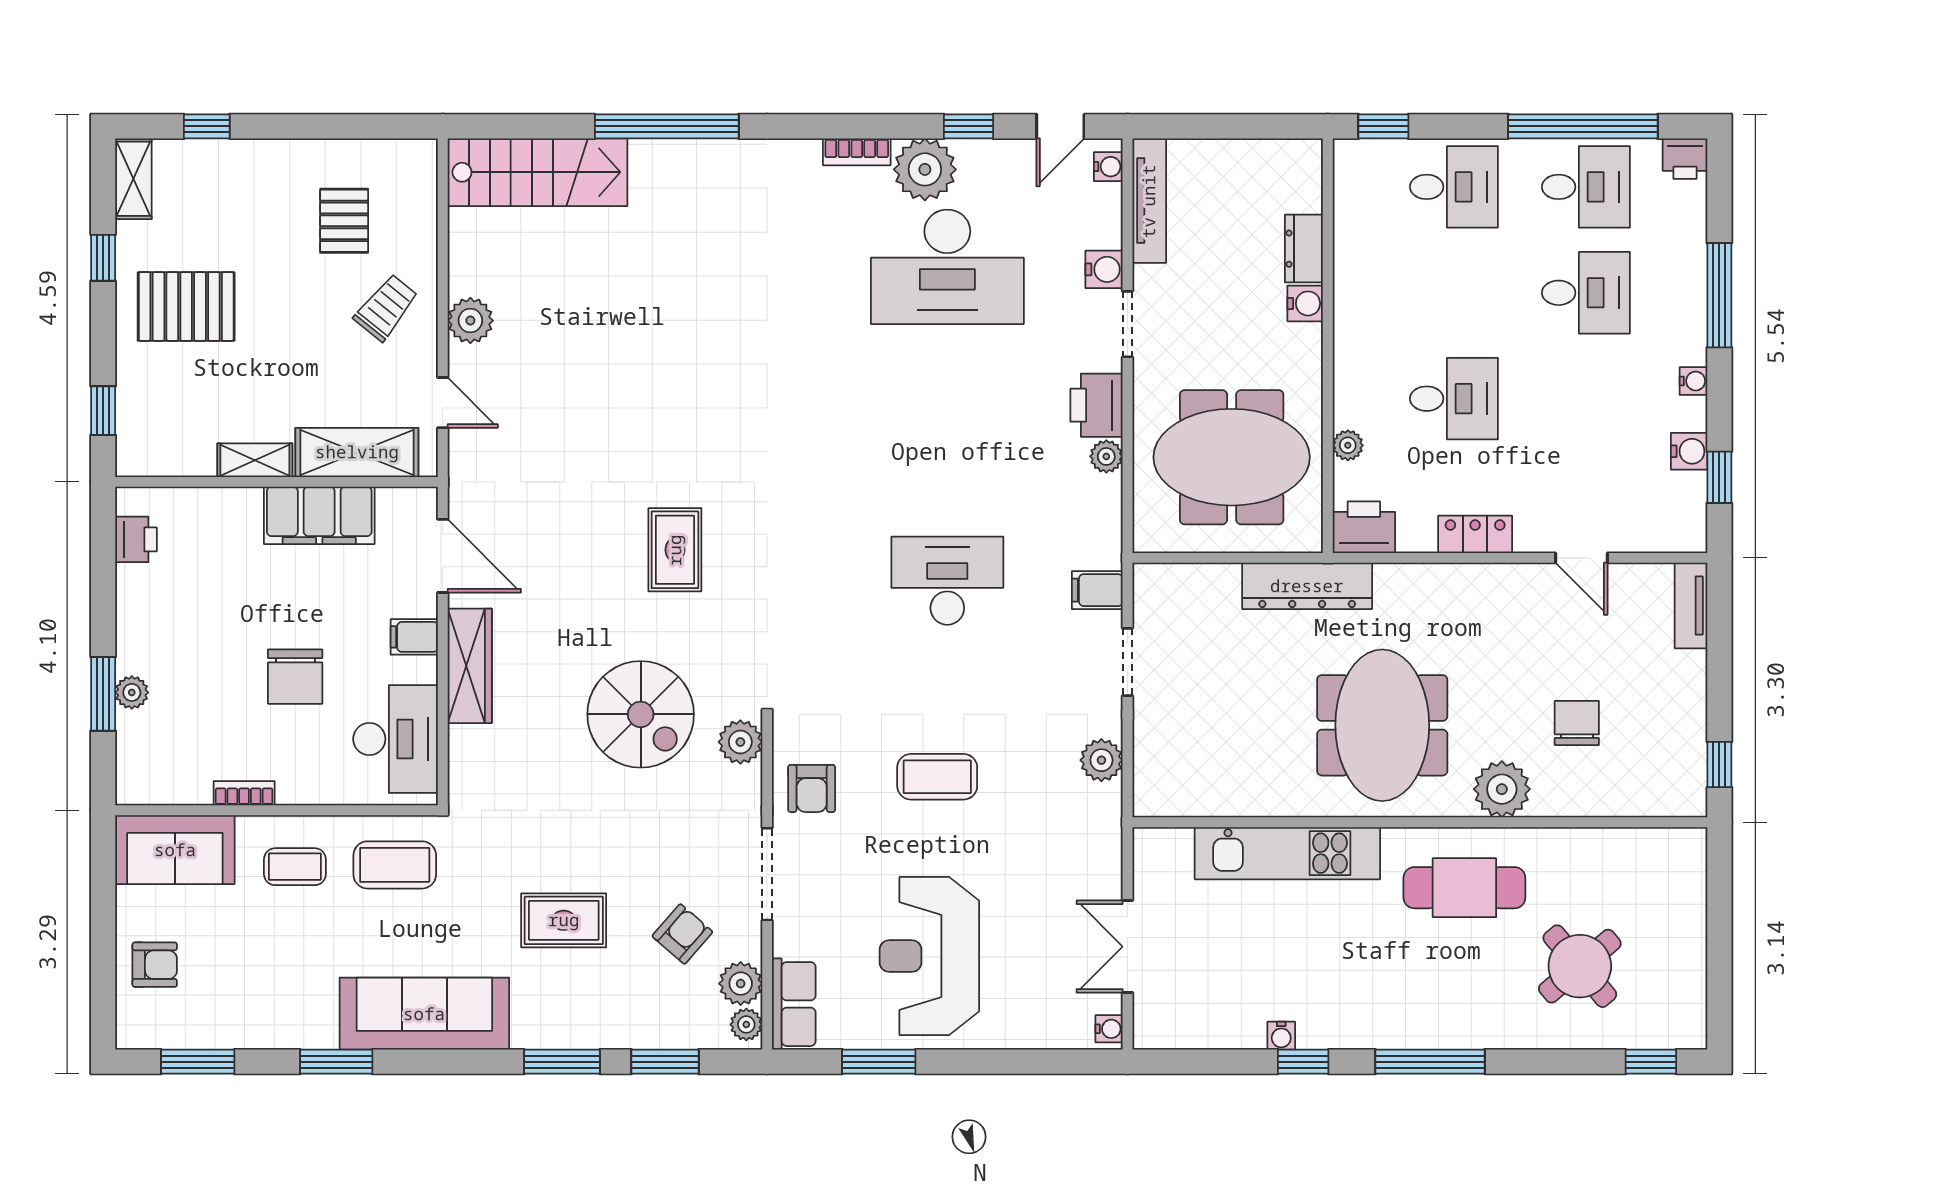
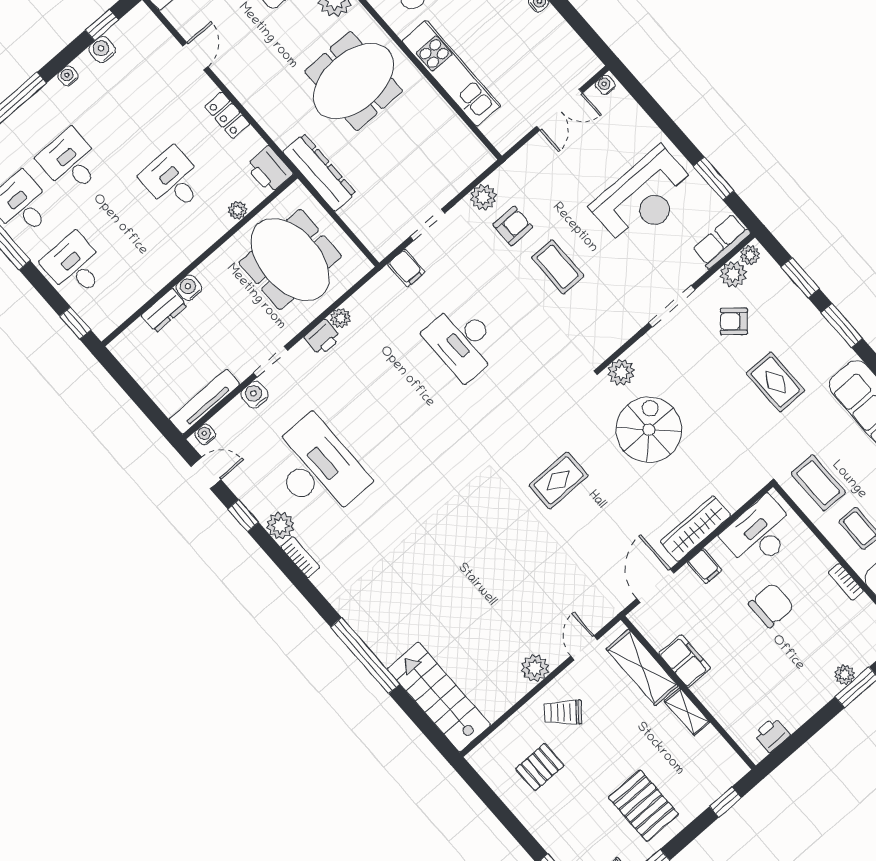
plant: (925, 169) -> (280, 526), width x0.73, depth x0.73
printer: (1097, 405) -> (323, 337), width x0.73, depth x0.81
filing cabinet: (319, 515) -> (685, 661), width x0.67, depth x0.86
armchair: (812, 788) -> (513, 226), moved

